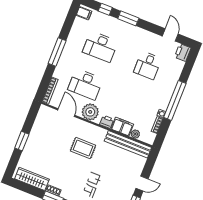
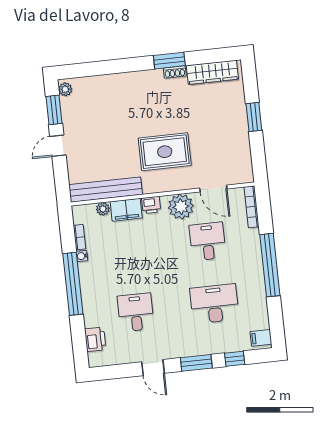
door: (170, 35) -> (153, 368), moved
window: (57, 52) -> (270, 265), width x1.46
printer: (183, 52) -> (95, 339), moved
desk: (85, 84) -> (208, 241), width x0.73
rug: (83, 148) -> (165, 152), width x1.36, depth x1.43

